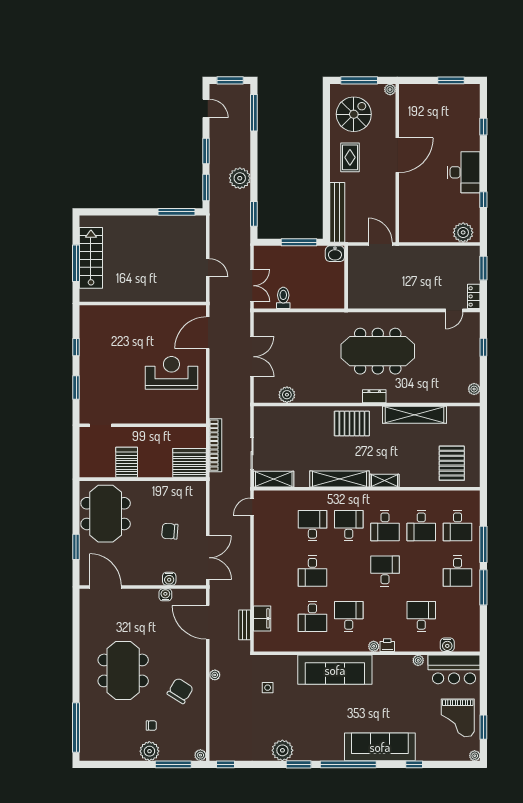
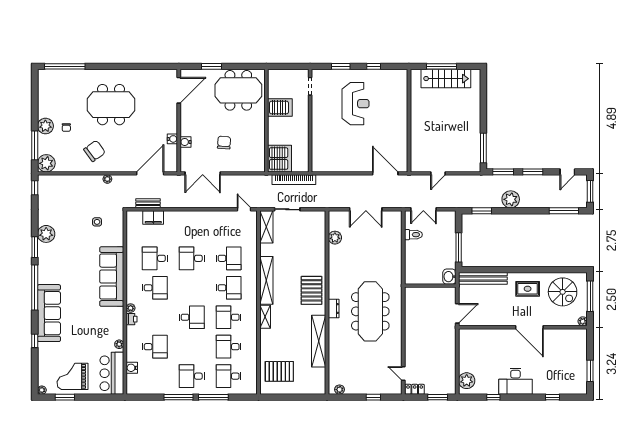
reception desk: (171, 373) -> (356, 104), moved
chair: (180, 691) -> (94, 151), turned -68
plant: (200, 755) -> (46, 163), width x1.88, depth x1.88

